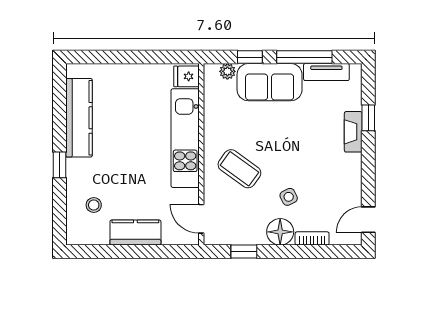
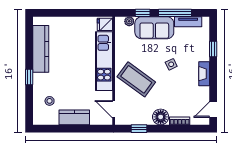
fireplace: (353, 132) -> (204, 74), moved
coffee table: (239, 169) -> (136, 79), width x1.36, depth x1.32
side table: (289, 197) -> (171, 64), moved

